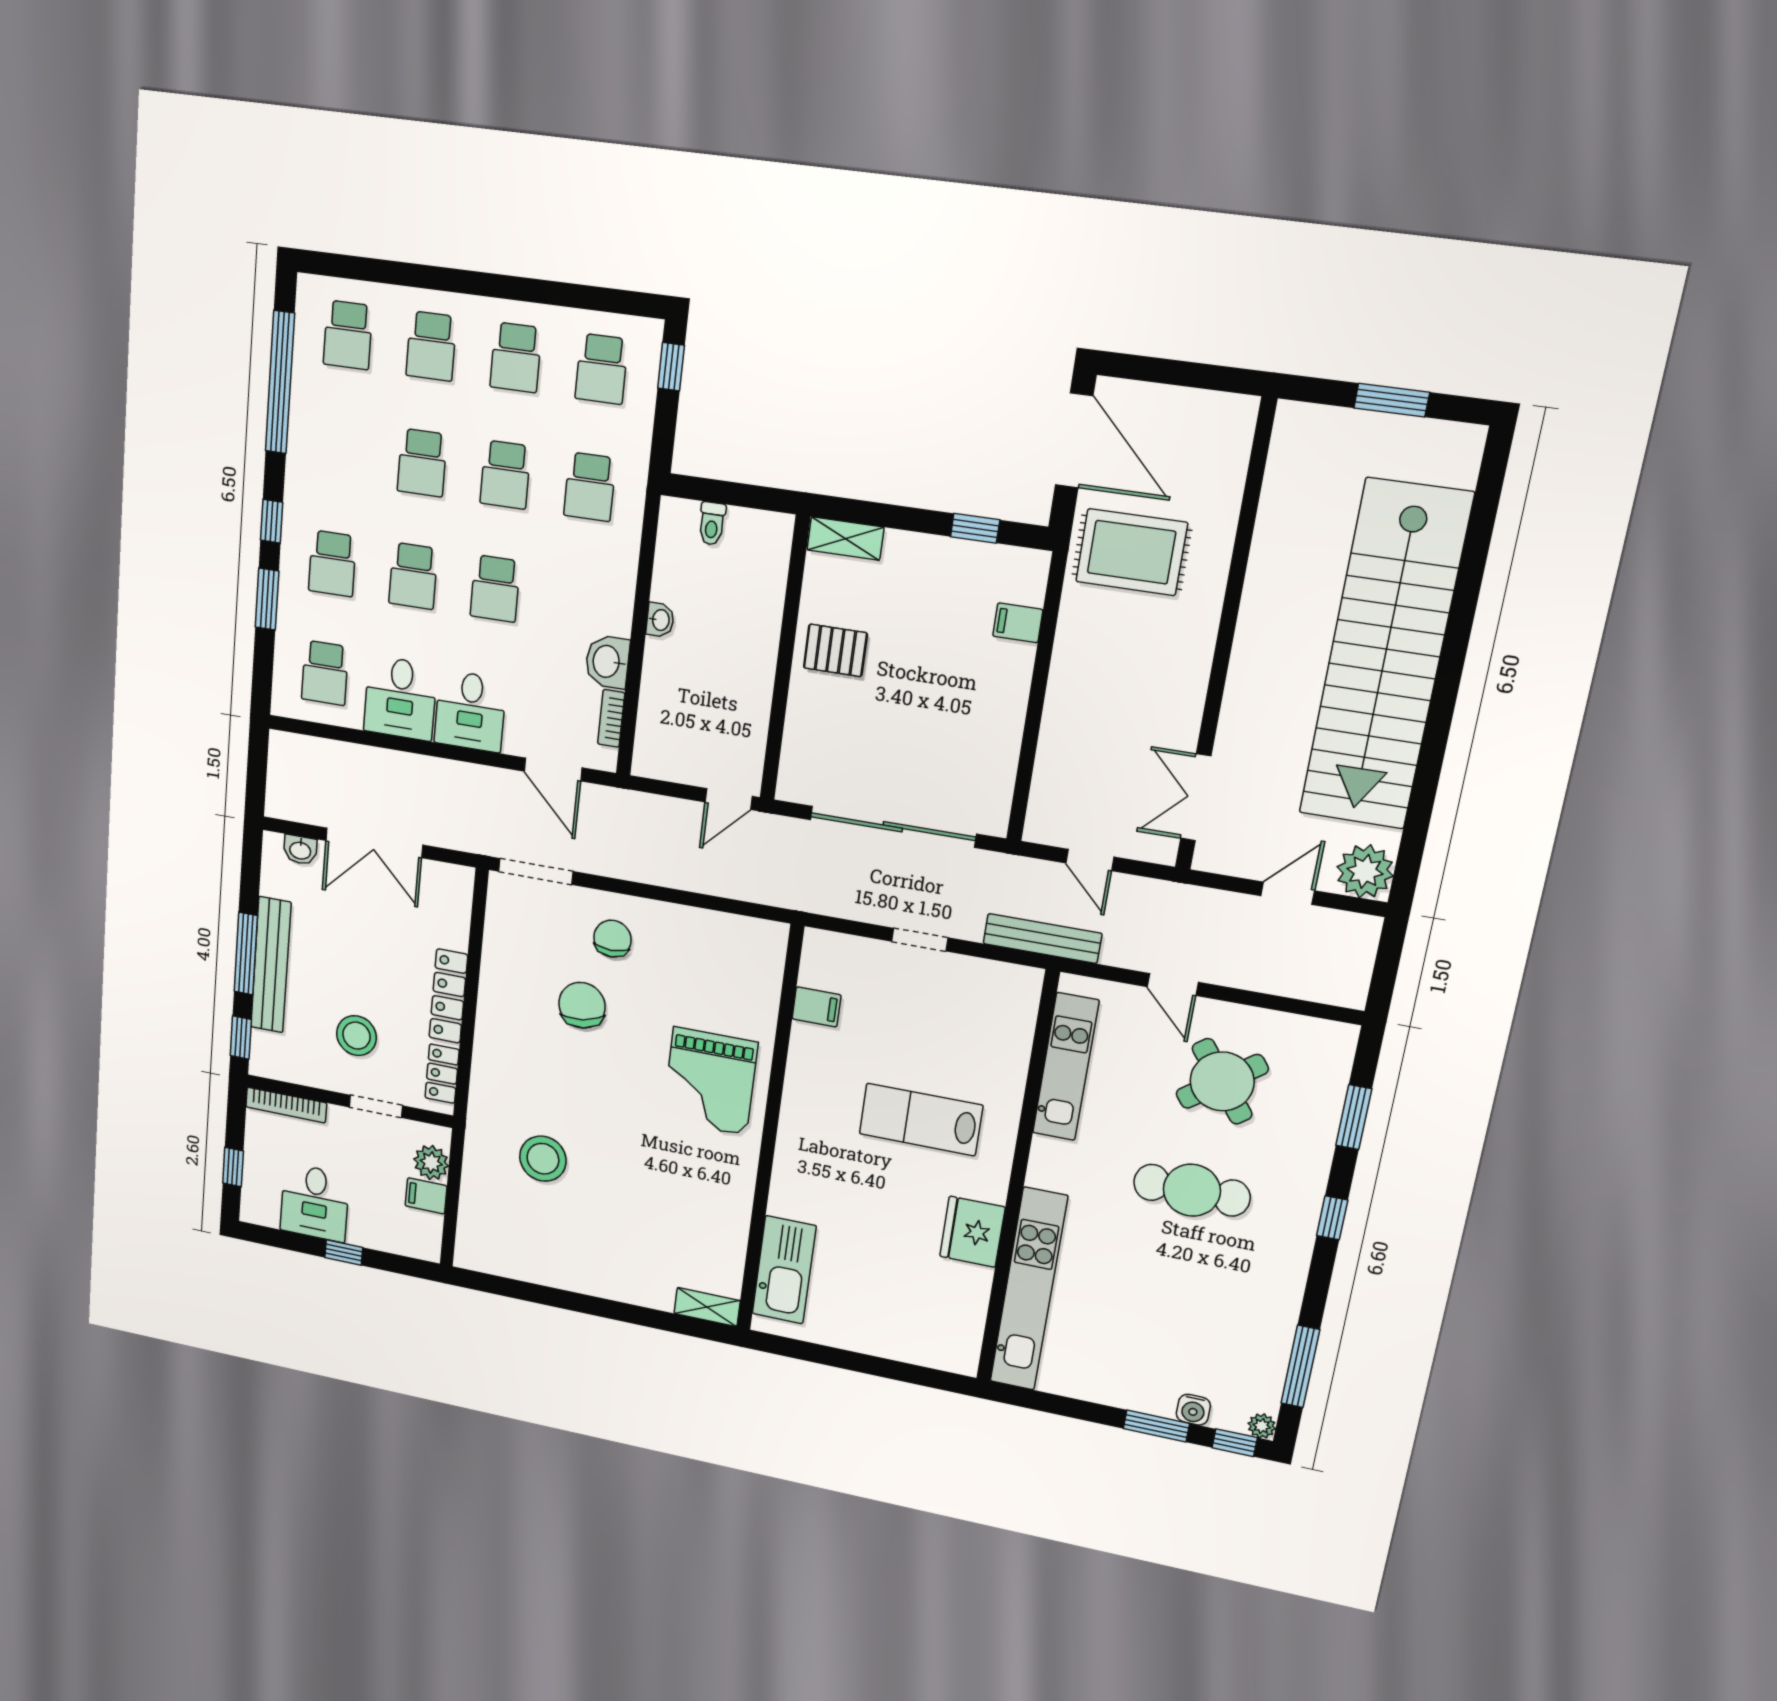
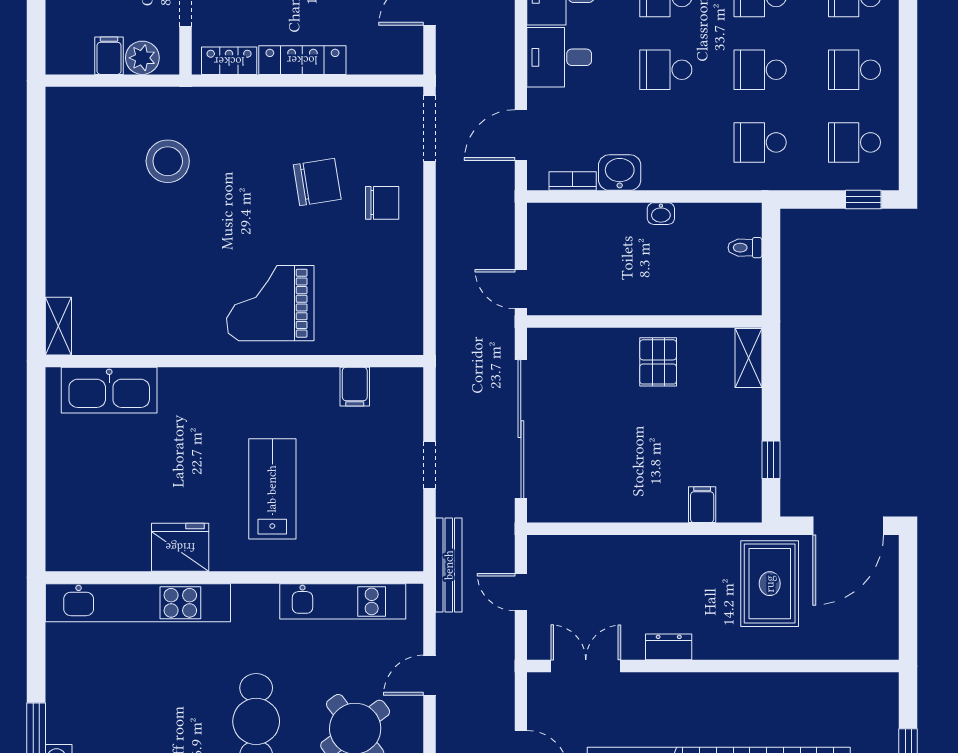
dresser: (1190, 692) -> (669, 647), added
door: (1090, 860) -> (521, 592), hinge flipped

